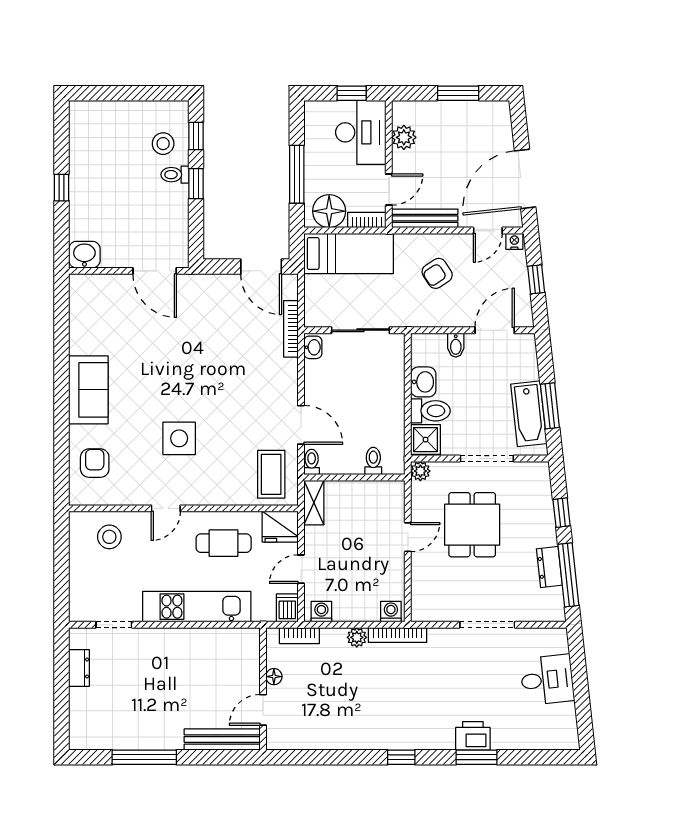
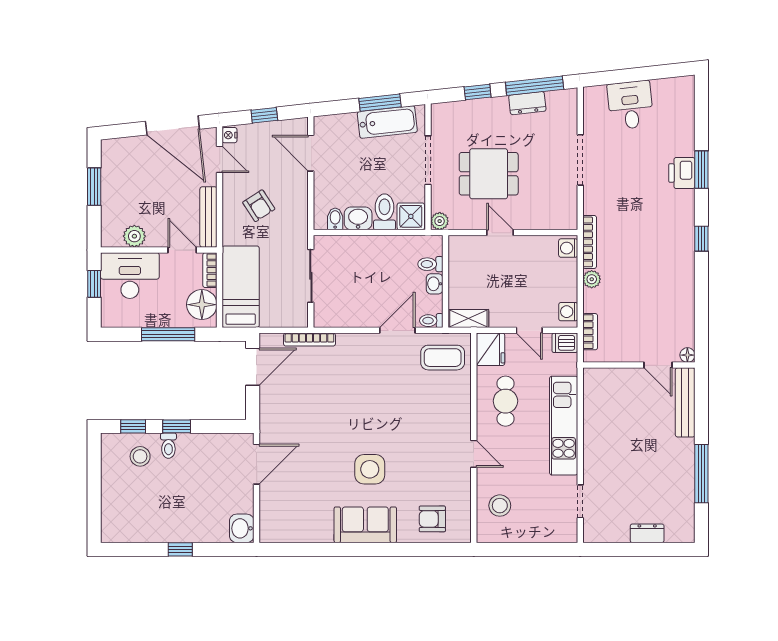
bidet: (456, 345) -> (335, 219), moved, turned -90
washbasin: (313, 347) -> (435, 284), moved, turned -90
side table: (179, 438) -> (370, 469), moved
dresser: (79, 668) -> (647, 533), moved
floor lamp: (274, 677) -> (687, 355), moved

